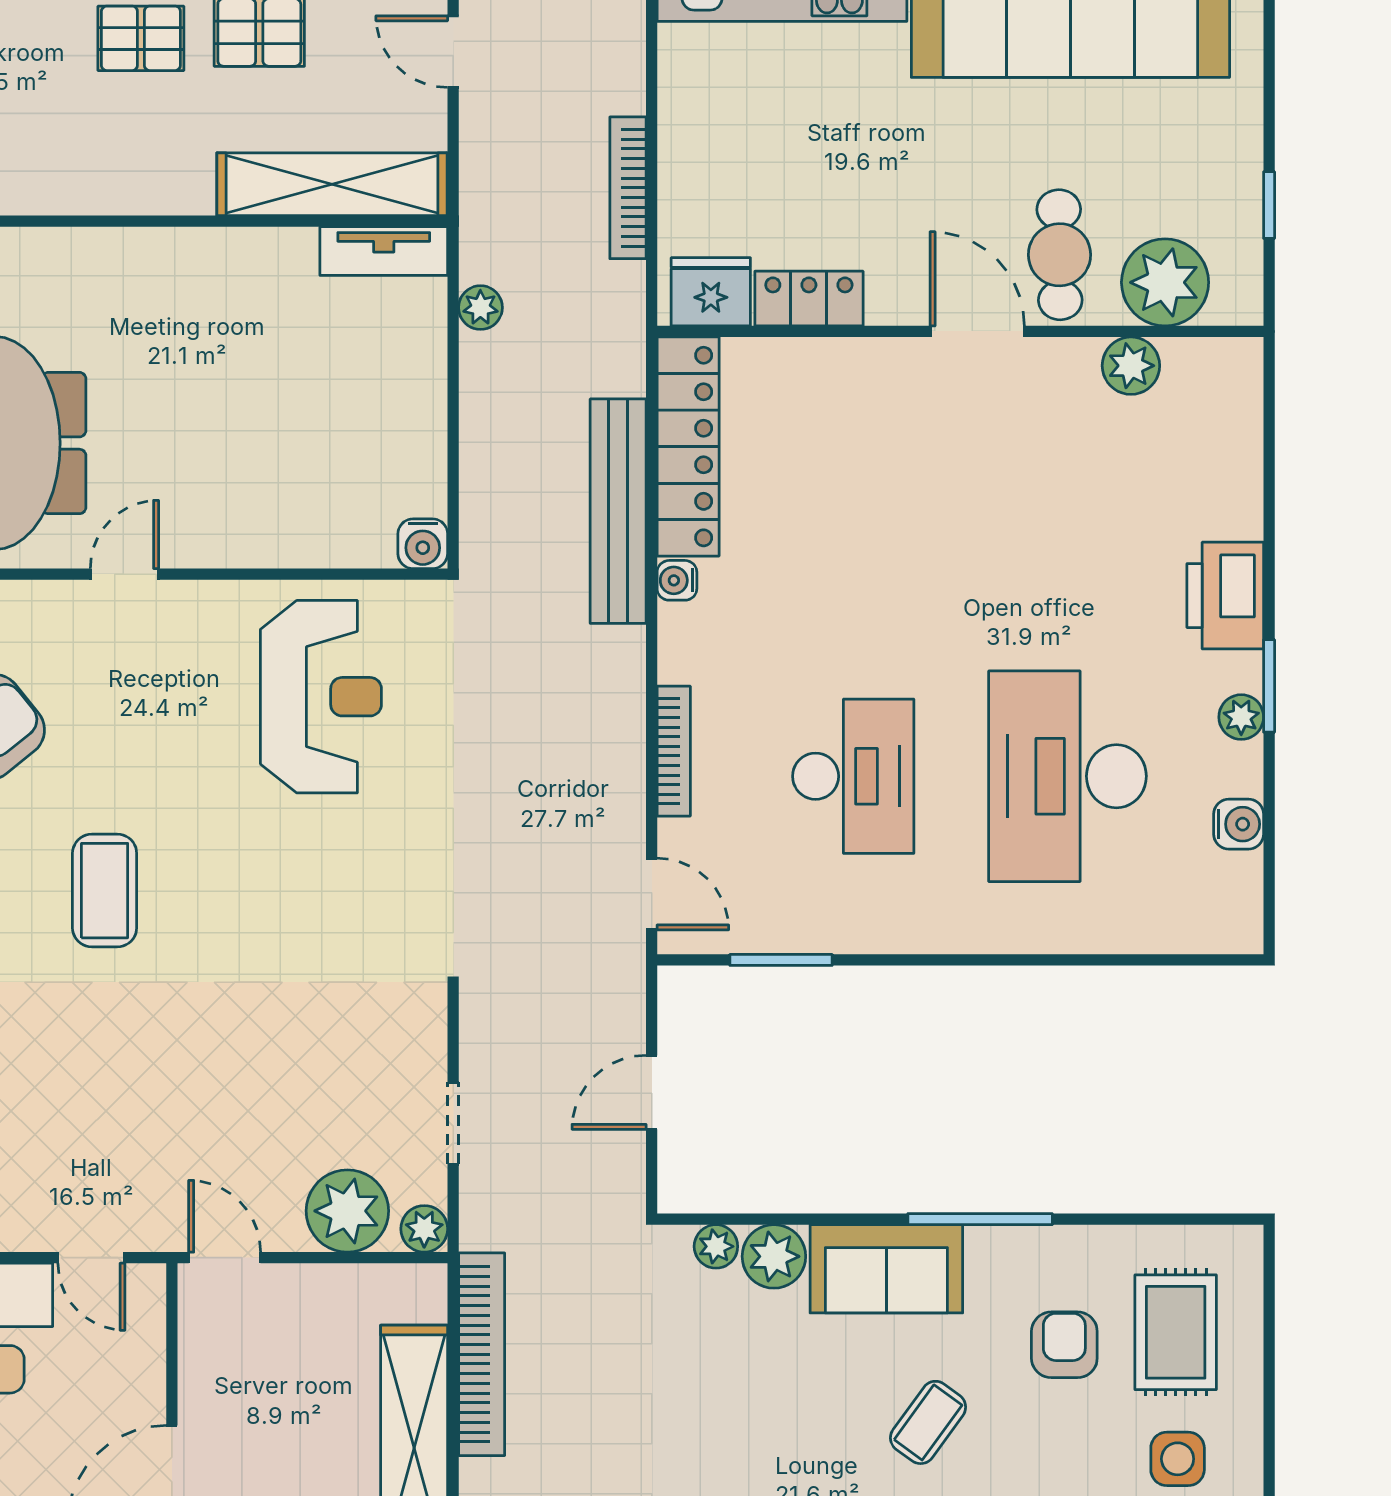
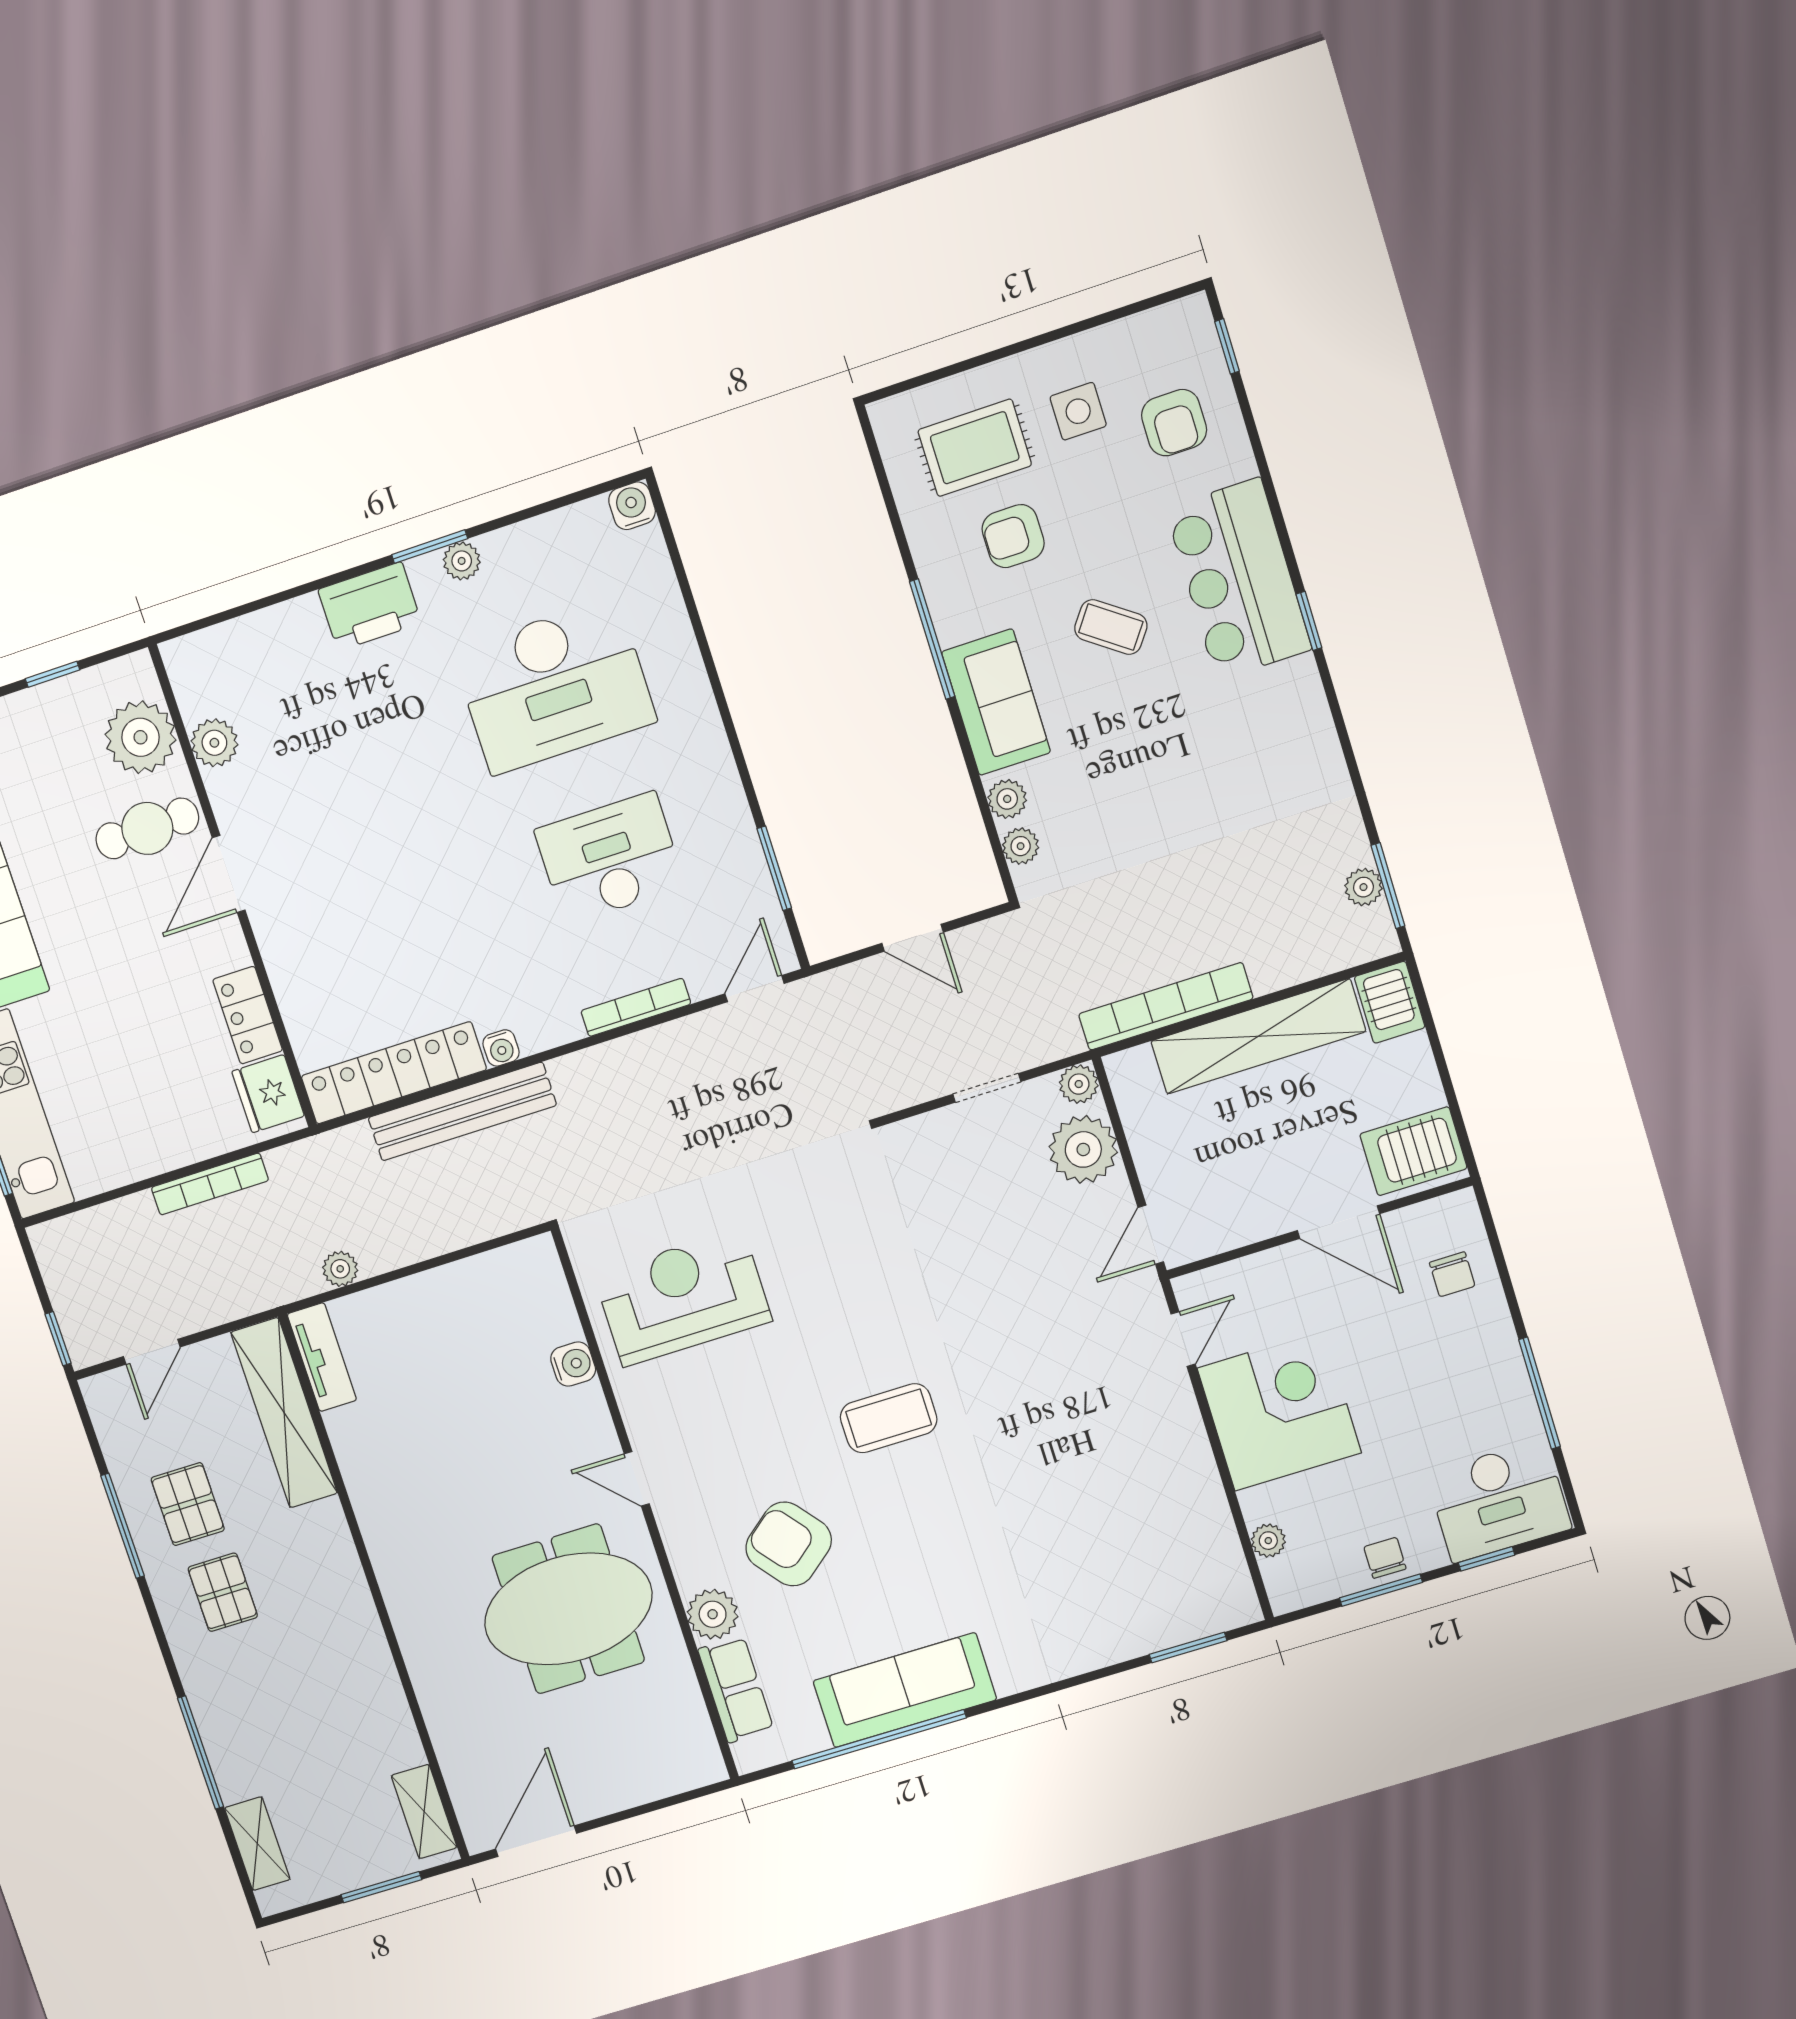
water cooler: (423, 544) -> (573, 1364), moved
water cooler: (1239, 824) -> (632, 506), moved
plant: (774, 1256) -> (1007, 799), width x0.73, depth x0.73

